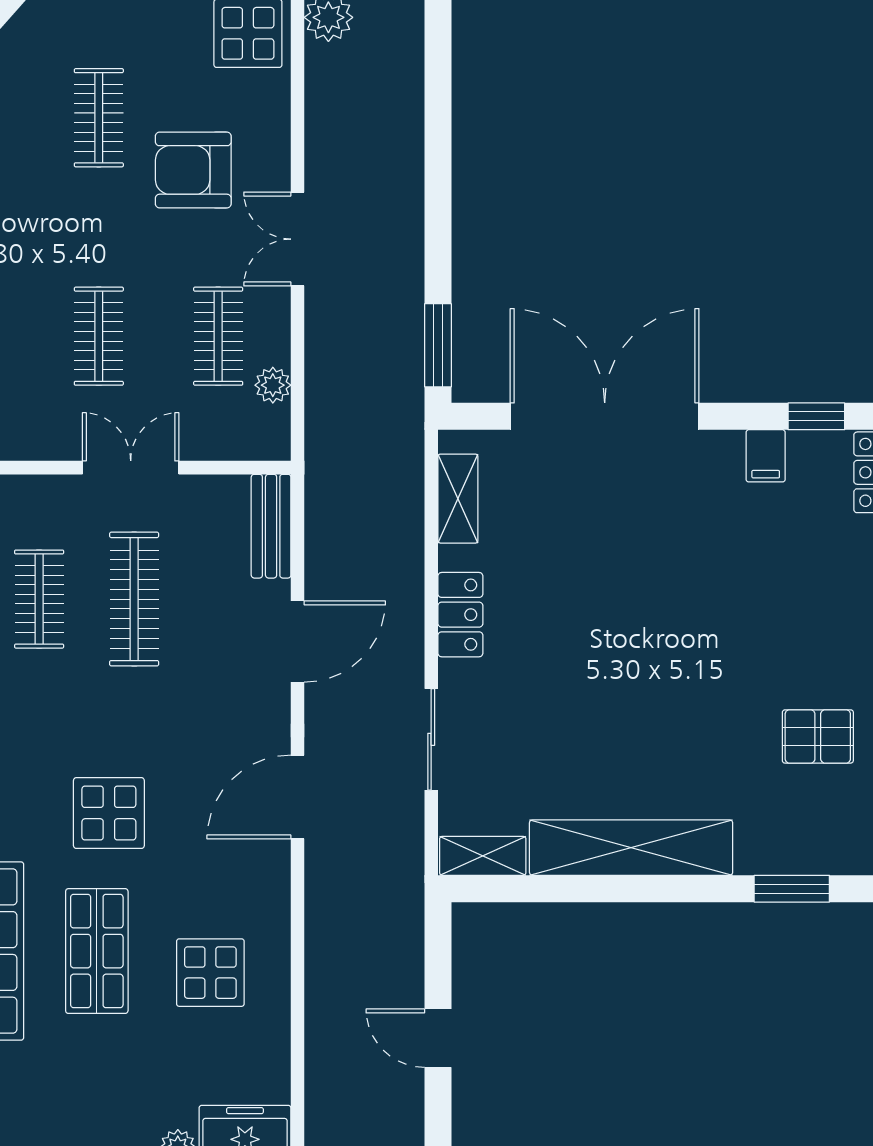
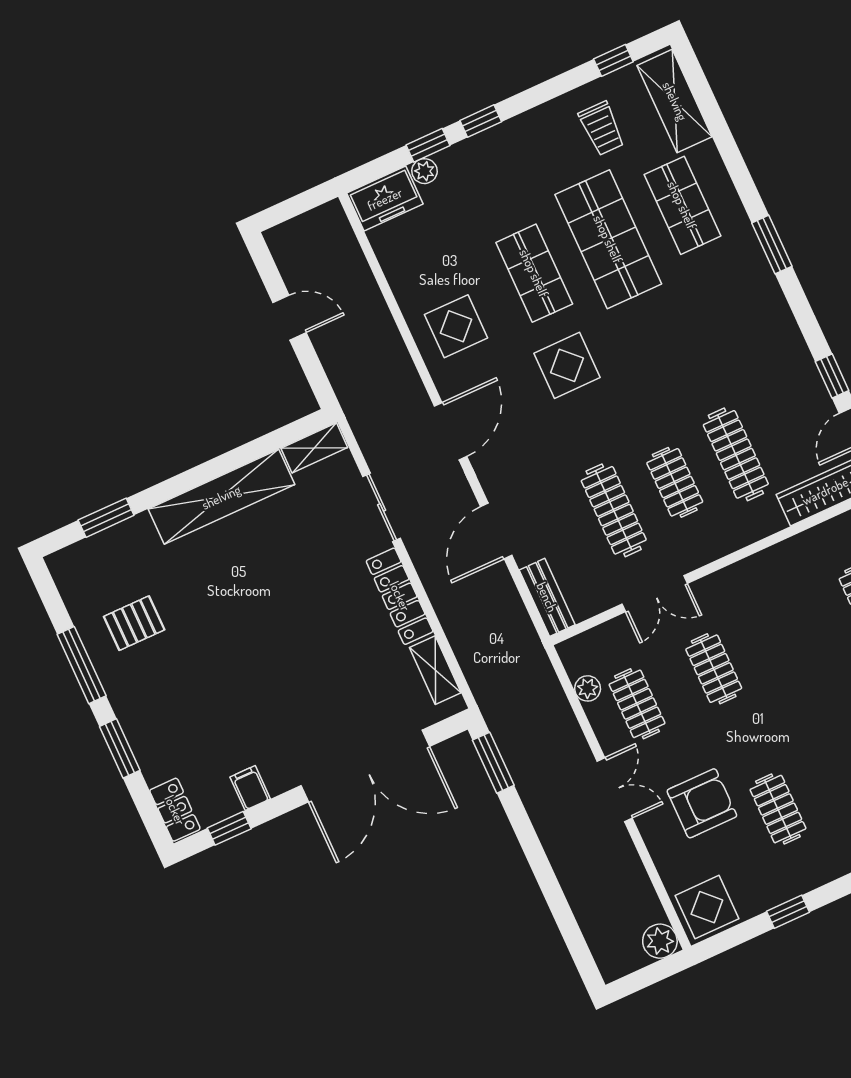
locker: (460, 615) -> (400, 596), width x1.53
display table: (210, 973) -> (456, 326), moved

